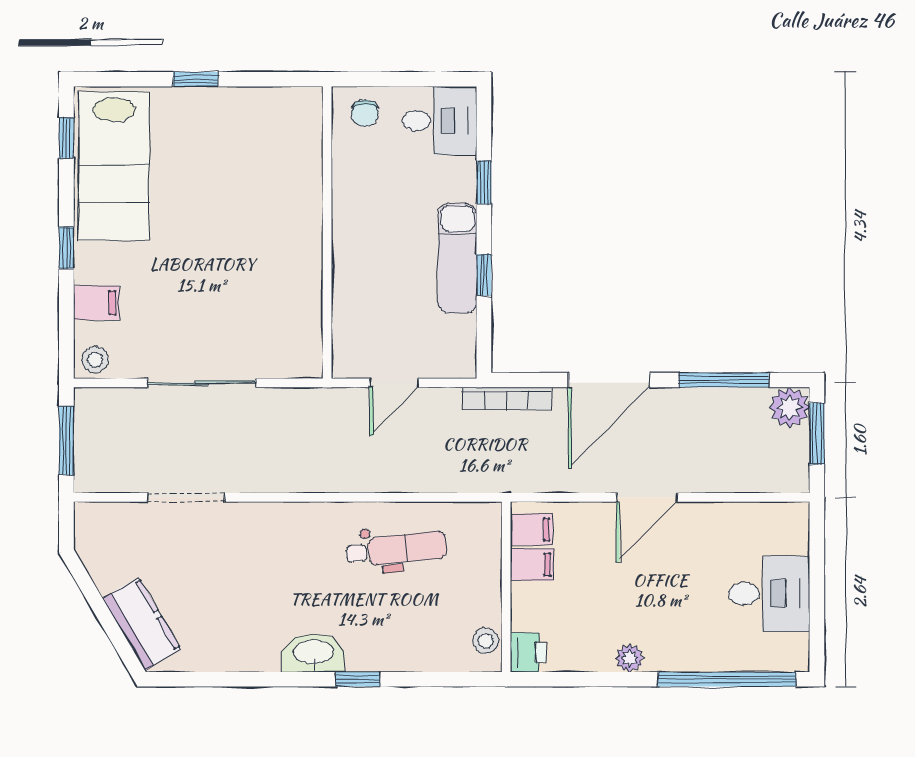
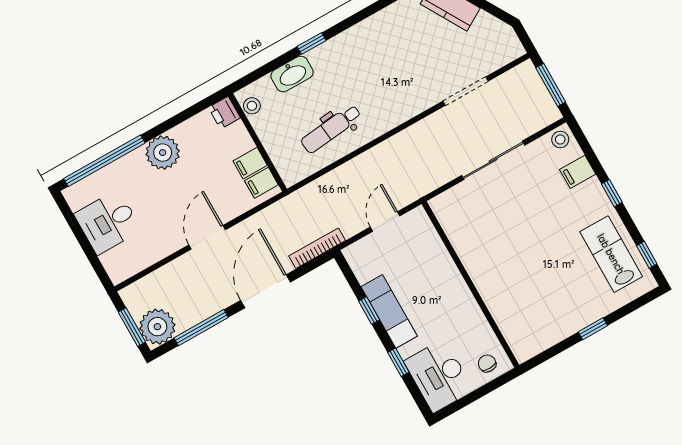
desk: (440, 121) -> (439, 376), width x1.37
lab bench: (114, 166) -> (611, 254), width x0.73, depth x0.72
plant: (789, 407) -> (157, 327), width x1.36, depth x1.36
washbasin: (313, 653) -> (292, 74), moved
plant: (630, 658) -> (163, 153), width x1.87, depth x1.87

